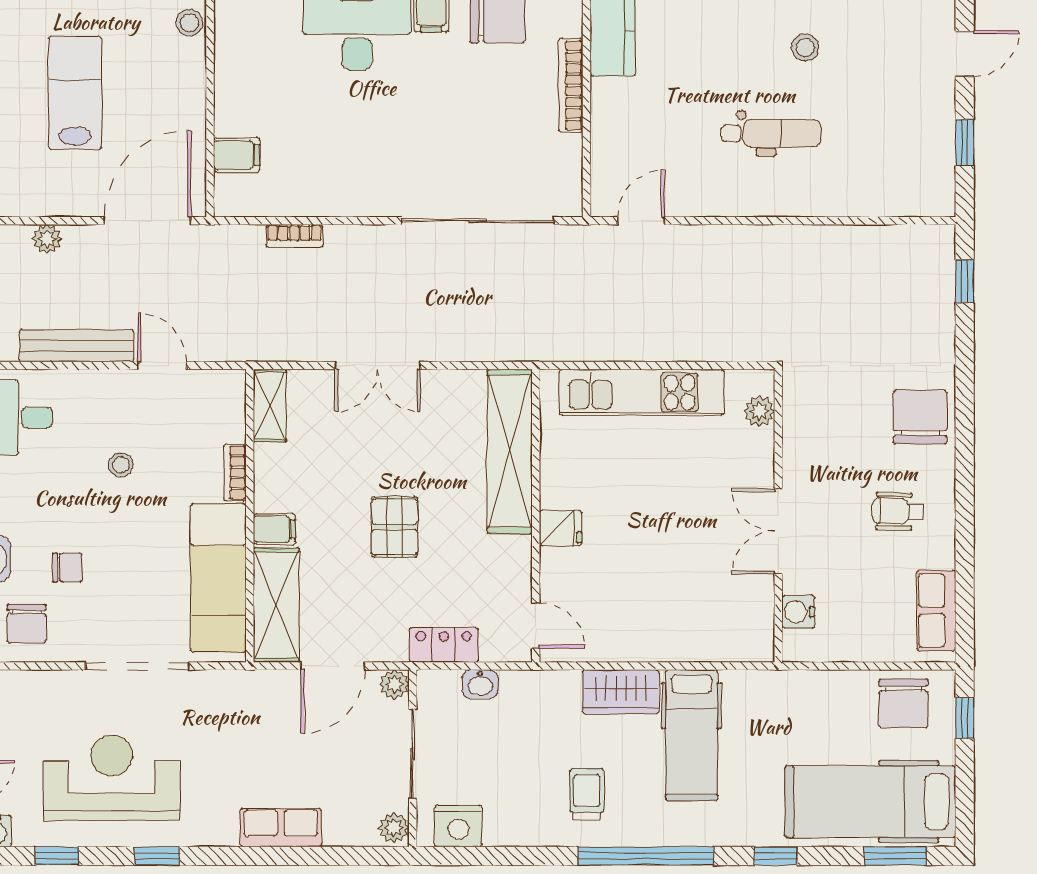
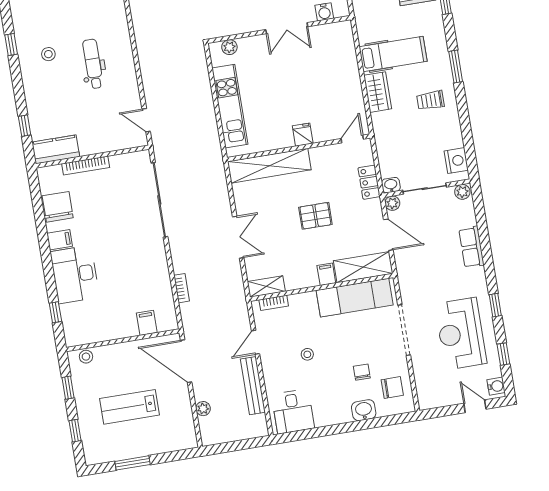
bookcase: (235, 473) -> (274, 303), moved
washbasin: (480, 684) -> (391, 185), moved, turned -90
window: (646, 856) -> (456, 66), width x0.47

